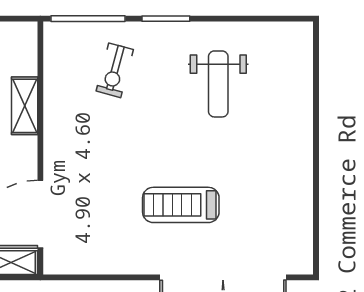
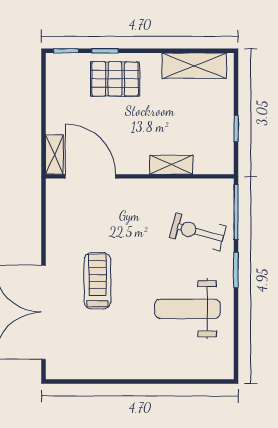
exercise bike: (115, 70) -> (198, 232), width x1.38, depth x1.39
weight bench: (218, 84) -> (187, 309), width x1.36, depth x1.33

